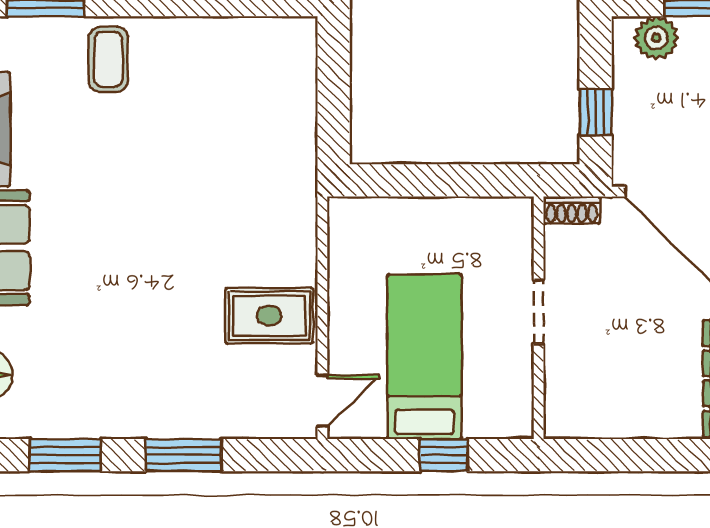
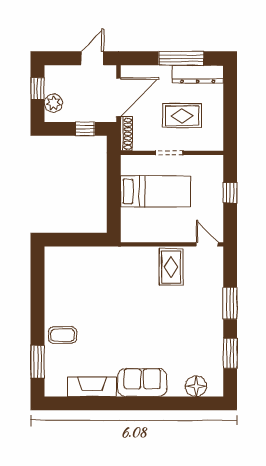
shoe rack: (572, 210) -> (126, 134), width x1.43
rug: (626, 342) -> (182, 116), added
bed: (425, 357) -> (155, 191), moved, turned 180

